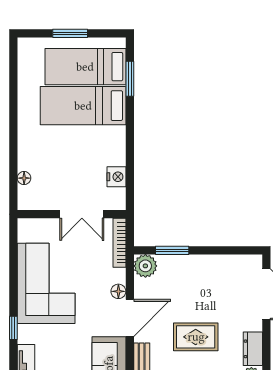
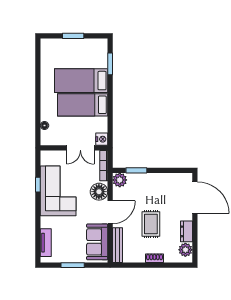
bed: (85, 67) -> (83, 105), moved
nightstand: (116, 177) -> (102, 139), moved
floor lamp: (118, 291) -> (99, 192), width x1.89, depth x1.89
window: (13, 328) -> (38, 185), moved
rug: (196, 337) -> (151, 224), turned 90

